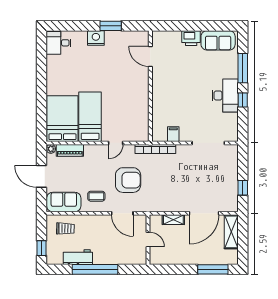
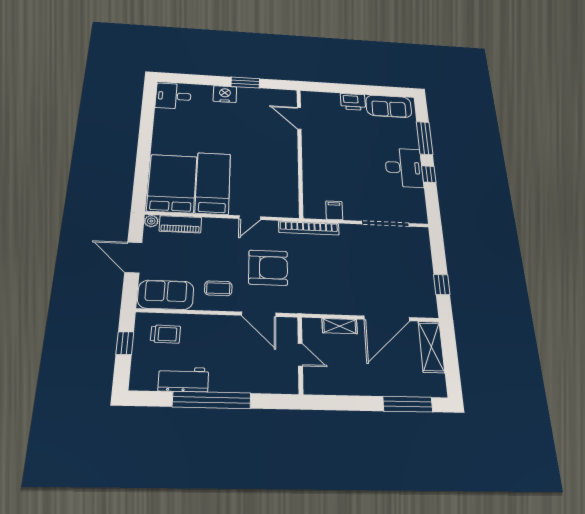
window: (42, 248) -> (125, 343), moved

